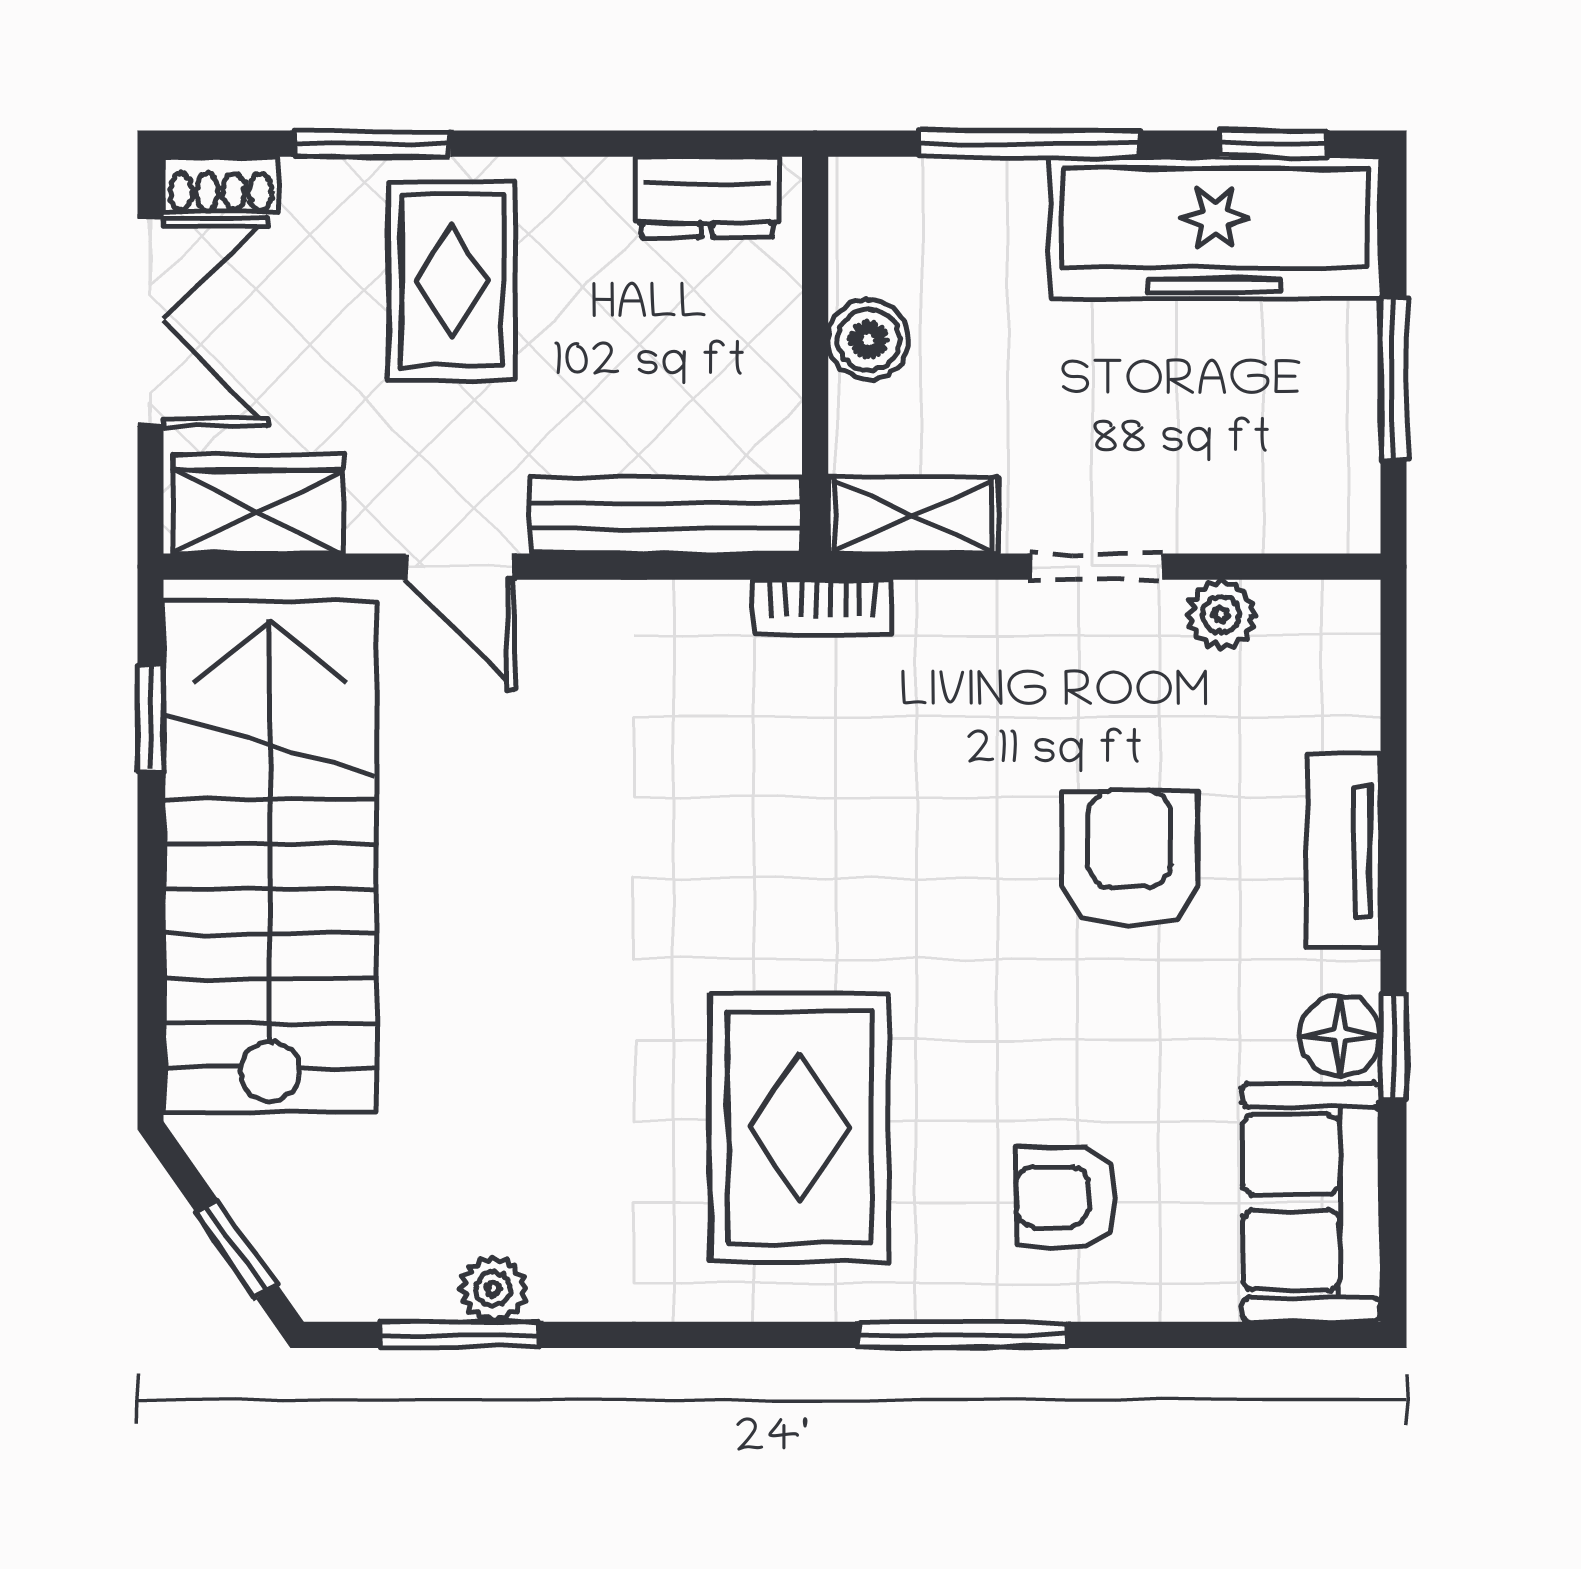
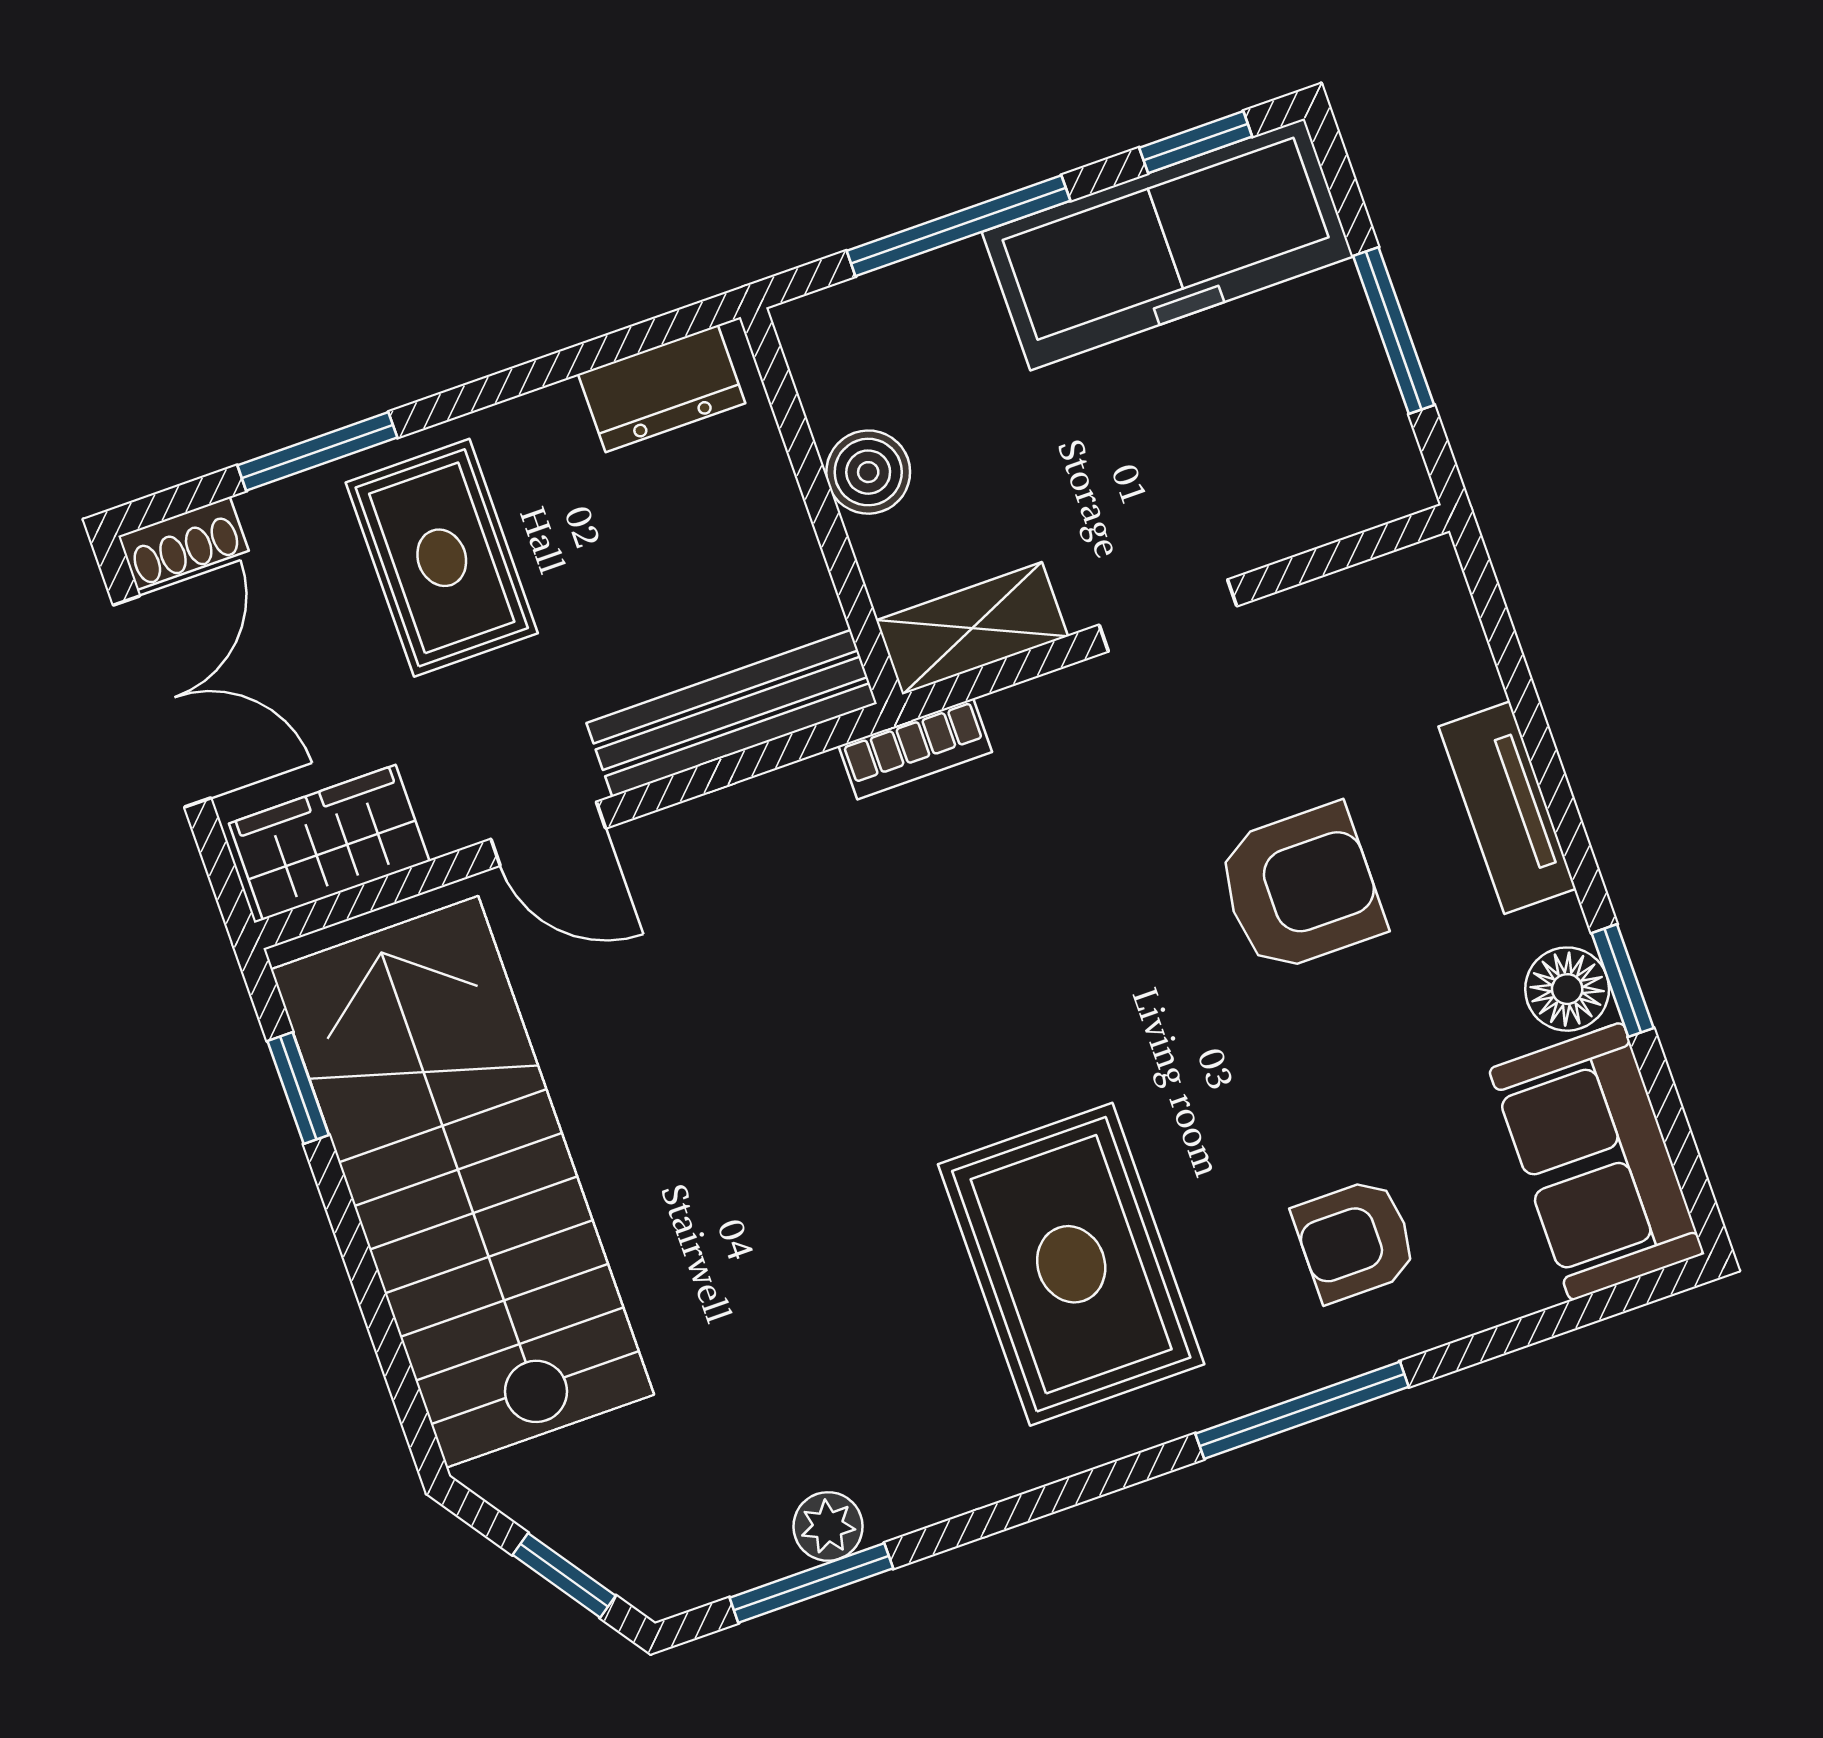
plant: (1221, 615) -> (1307, 619), removed
armchair: (1129, 858) -> (1300, 888), turned 90

